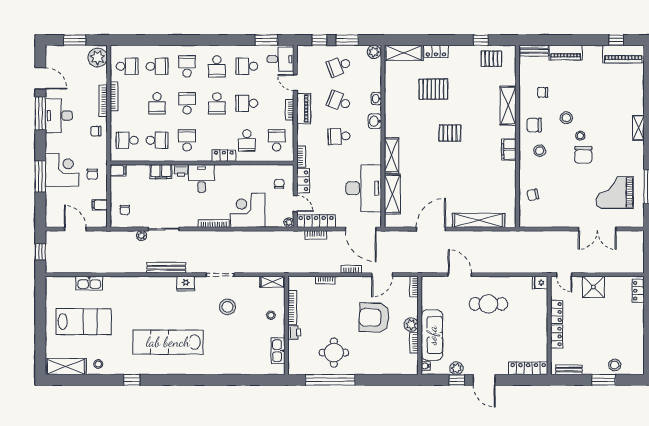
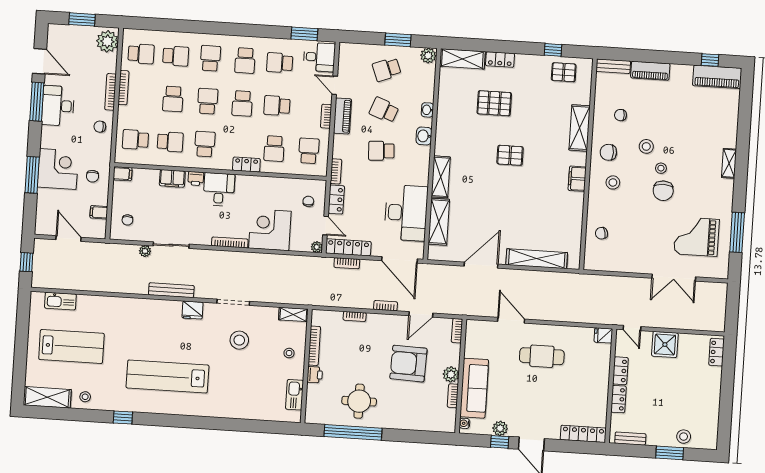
window: (319, 40) -> (366, 38), removed
kitchen sink: (89, 283) -> (60, 301), moved

